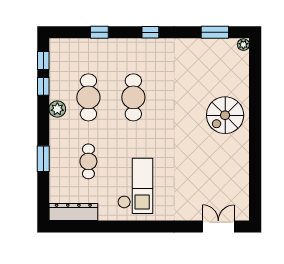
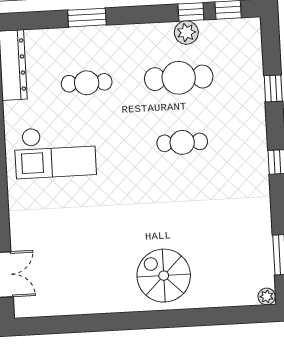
cafe table: (133, 97) -> (182, 142), width x0.73, depth x0.74
plant: (57, 109) -> (186, 32), moved

